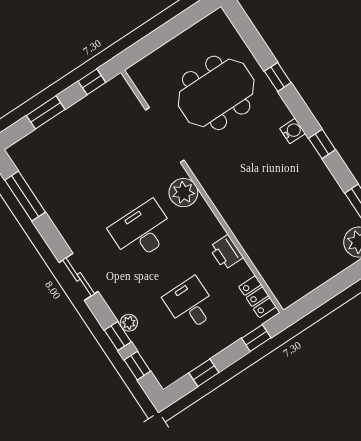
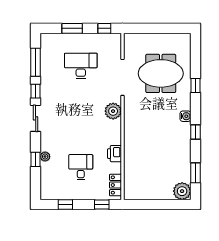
desk: (142, 231) -> (81, 66), moved
window: (137, 366) -> (36, 91), moved

